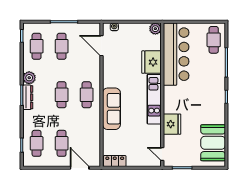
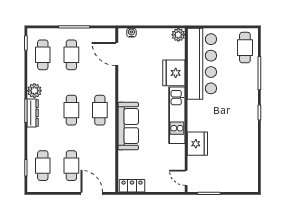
booth: (213, 143) -> (244, 165), removed

